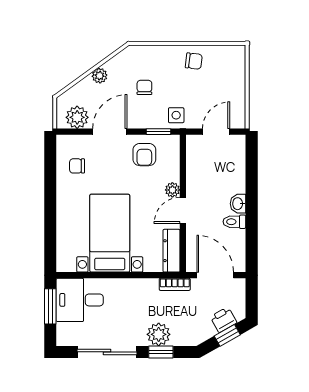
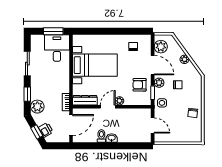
plant: (141, 120) -> (159, 83), added
door: (183, 210) -> (108, 107), hinge flipped
plant: (159, 334) -> (37, 107), moved
sliding door: (107, 352) -> (27, 64), width x0.73

